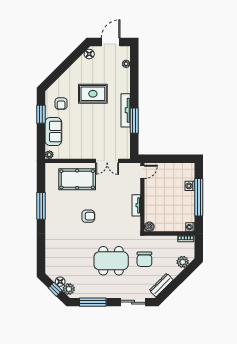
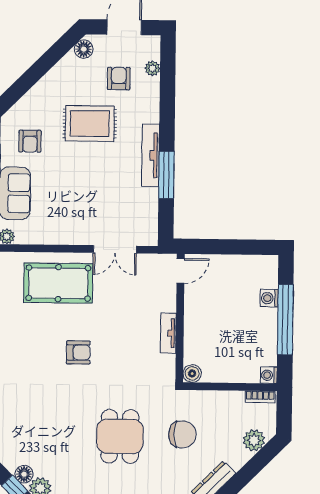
armchair: (108, 70) -> (119, 79), added
chair: (144, 259) -> (182, 434), turned -90
dining table: (111, 261) -> (120, 436), width x0.73

